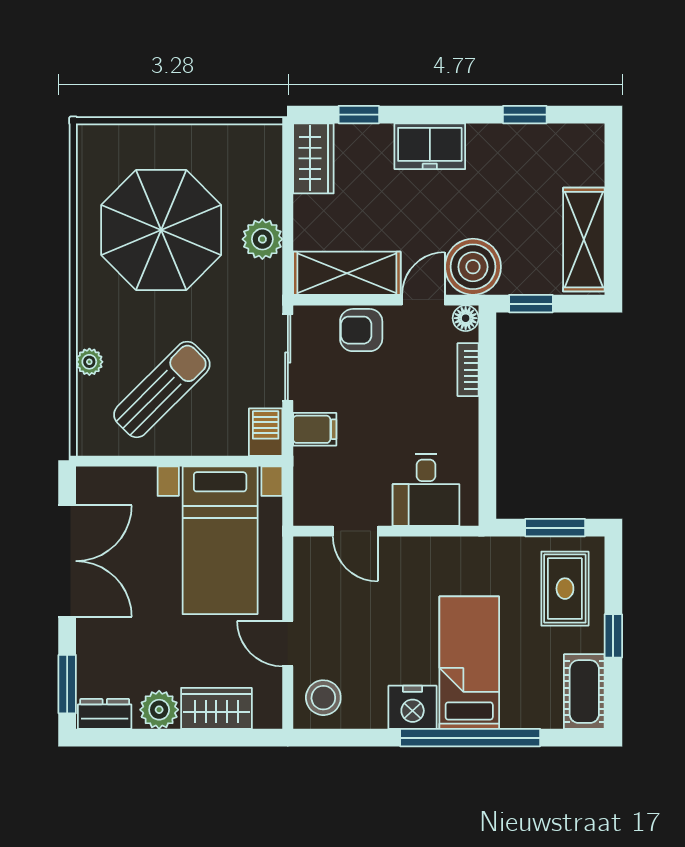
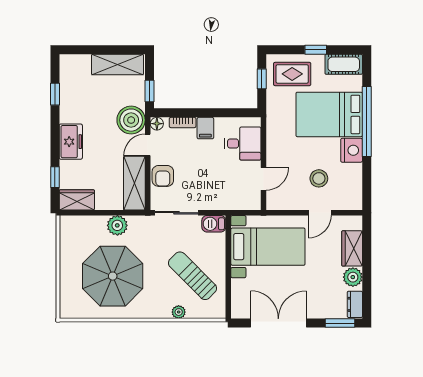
door: (423, 300) -> (148, 145), hinge flipped
filing cabinet: (315, 429) -> (205, 128), moved, turned 180
window: (555, 528) -> (262, 79), width x0.67
bed: (469, 663) -> (329, 114), width x1.50
stool: (323, 698) -> (319, 178), moved

